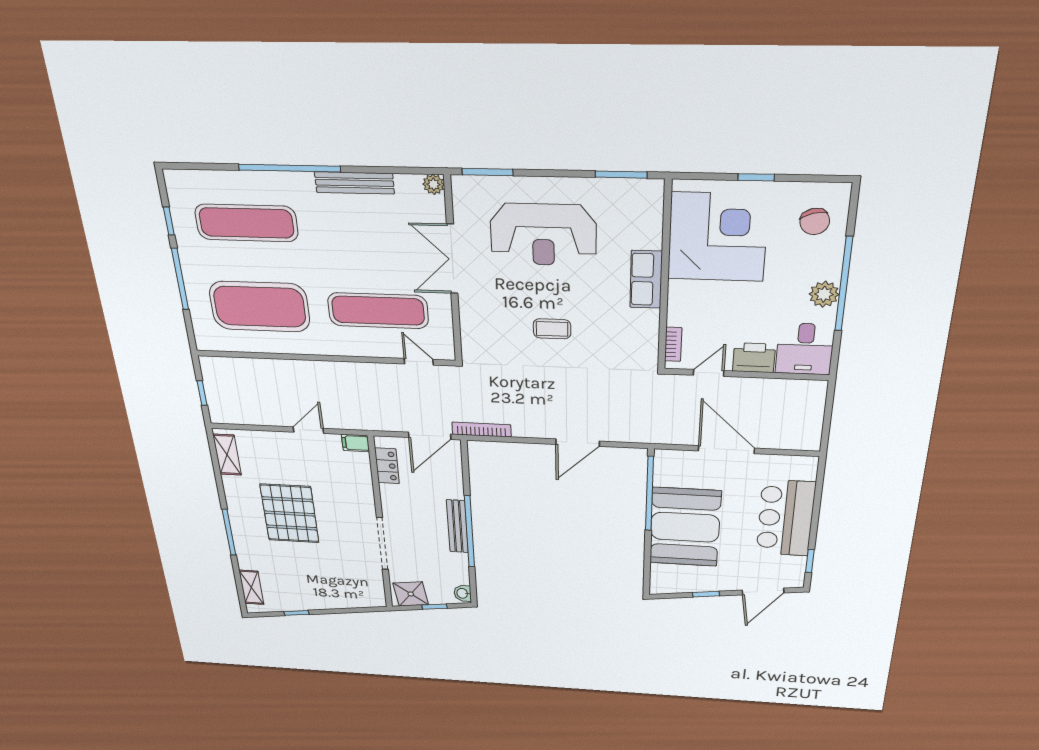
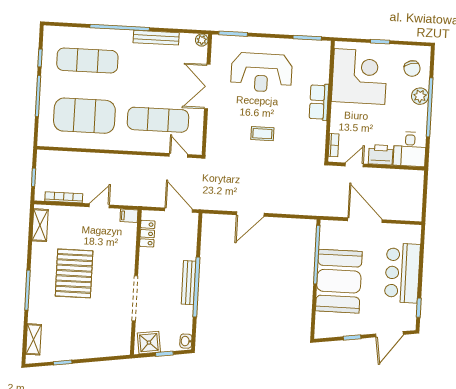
plant: (824, 294) -> (420, 96), moved
bookcase: (482, 430) -> (64, 197), moved
door: (430, 436) -> (179, 210), swing flipped
door: (578, 443) -> (250, 214), moved

